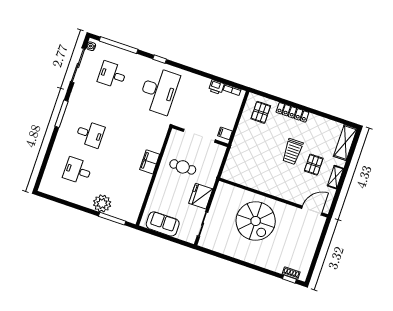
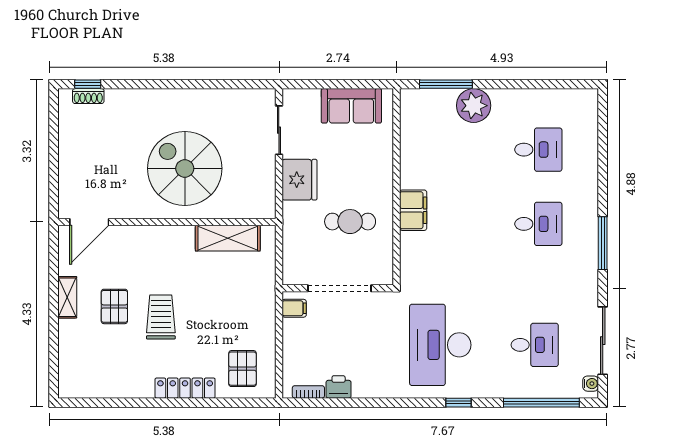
desk: (90, 134) -> (538, 224), turned 180
shelving: (345, 143) -> (228, 238), moved, turned 90

